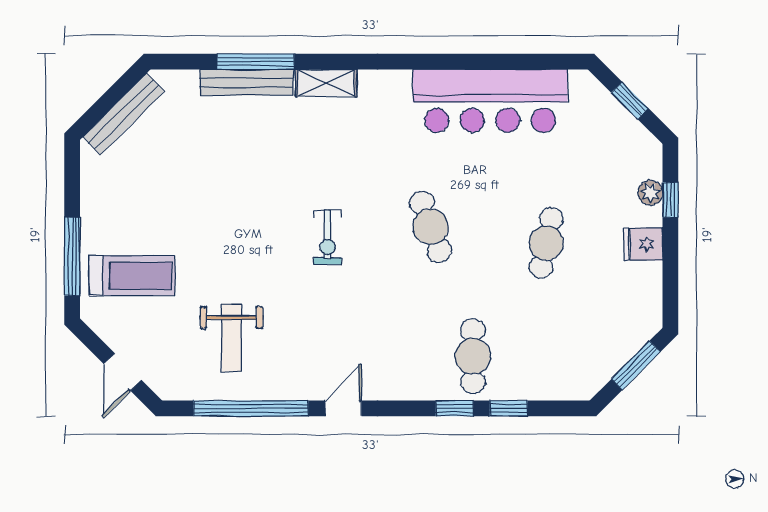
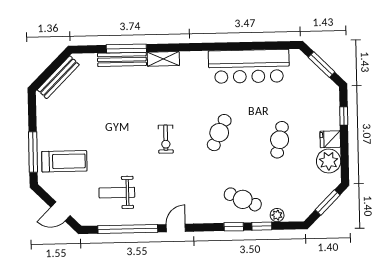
window: (630, 100) -> (322, 65), width x1.50
plant: (650, 193) -> (329, 161), moved, width x1.88, depth x1.88
cafe table: (431, 227) -> (219, 133), turned 45
weight bench: (231, 338) -> (117, 193), turned 90
cafe table: (473, 356) -> (243, 199), turned -66
door: (123, 372) -> (61, 211), hinge flipped
plant: (538, 388) -> (277, 215), added

